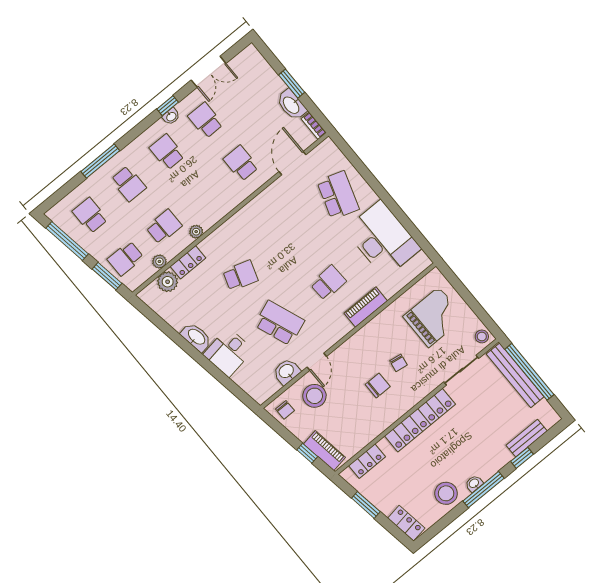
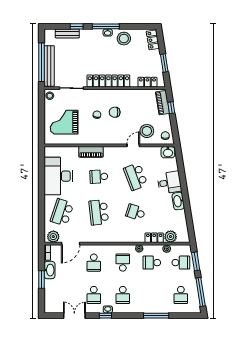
plant: (323, 153) -> (53, 237), added
school desk: (129, 184) -> (123, 263), moved
school desk: (289, 235) -> (99, 212), added
washbasin: (287, 371) -> (168, 152), moved

